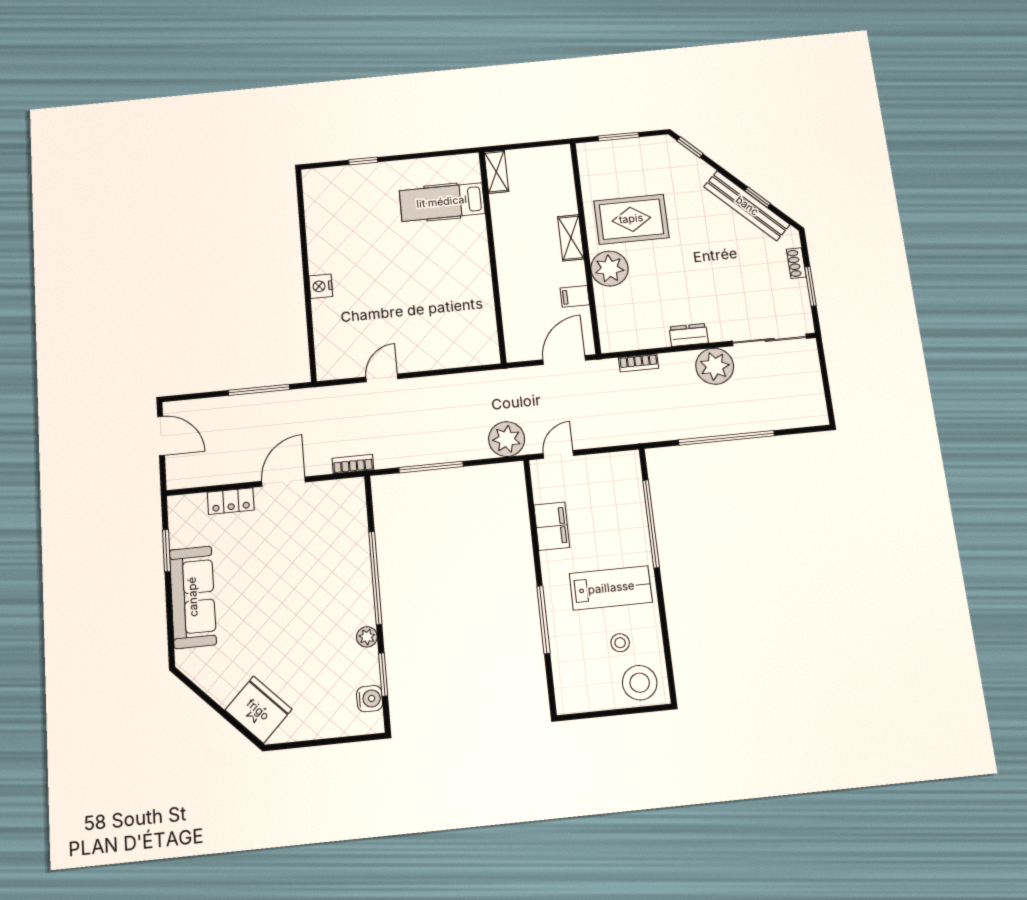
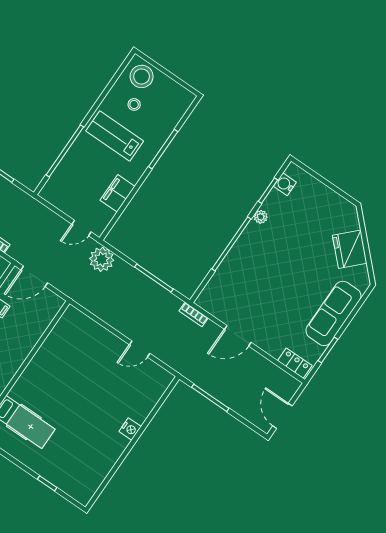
locker: (231, 501) -> (295, 363), moved
fridge: (258, 710) -> (350, 249), moved

